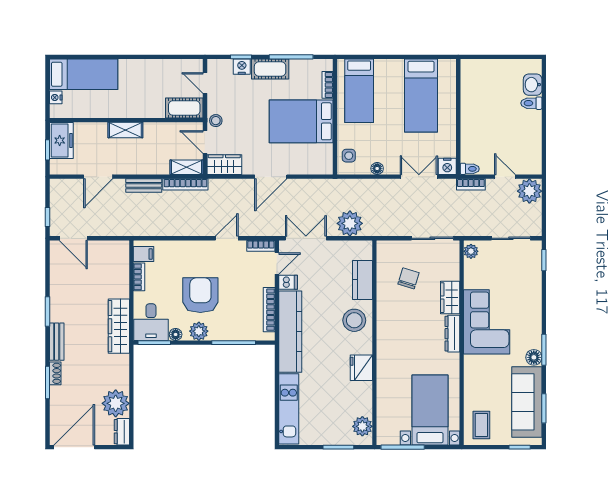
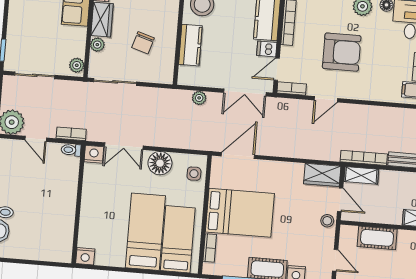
nightstand: (448, 67) -> (85, 256), added
bed: (421, 95) -> (145, 232), moved
cot: (184, 108) -> (377, 238), moved
floor lamp: (377, 169) -> (160, 163), width x1.89, depth x1.89
door: (271, 177) -> (238, 156), moved
plant: (350, 223) -> (199, 98), width x0.53, depth x0.53
plant: (453, 273) -> (97, 45), added
armchair: (200, 295) -> (342, 52), moved, turned -90

